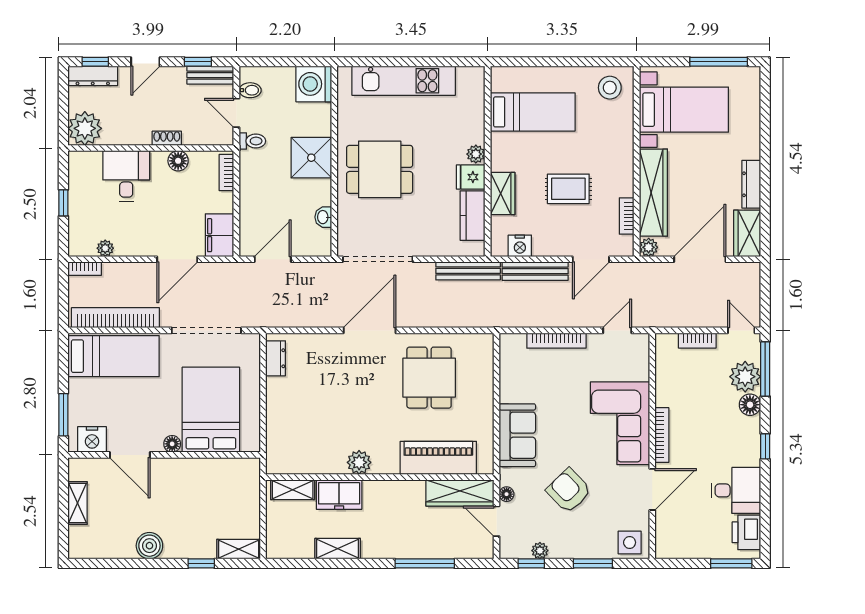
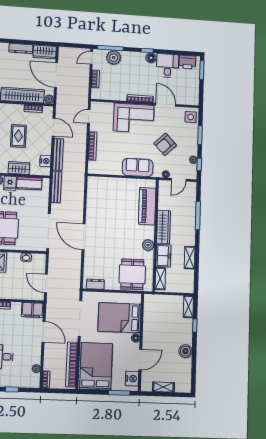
door: (617, 330) -> (89, 117), hinge flipped
bed: (114, 356) -> (96, 366), width x1.50
dining table: (429, 378) -> (132, 274), moved, turned 90
floor lamp: (750, 405) -> (151, 58), moved
wardrobe: (460, 493) -> (164, 227), moved

